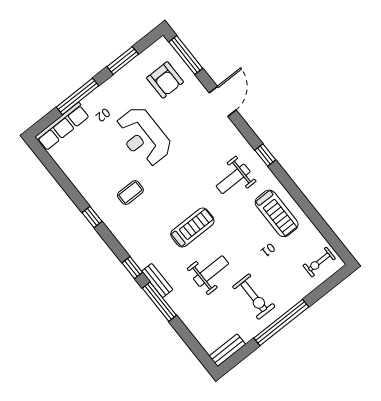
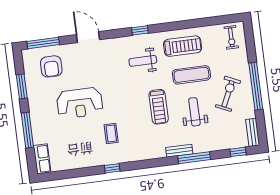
armchair: (165, 80) -> (51, 66), turned 90
row of seats: (62, 127) -> (42, 159), width x0.68
weight bench: (233, 179) -> (143, 61), turned 90
treadmill: (192, 228) -> (159, 107), turned 180
exercise mat: (250, 243) -> (191, 75), added
window: (132, 268) -> (238, 152), moved
exercise bike: (254, 297) -> (228, 94), turned -65

